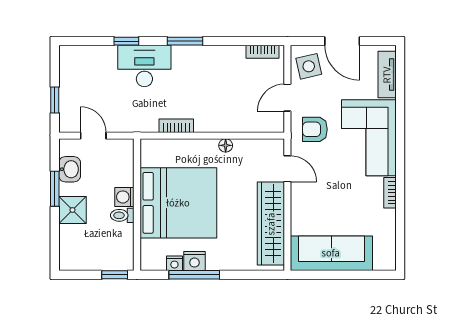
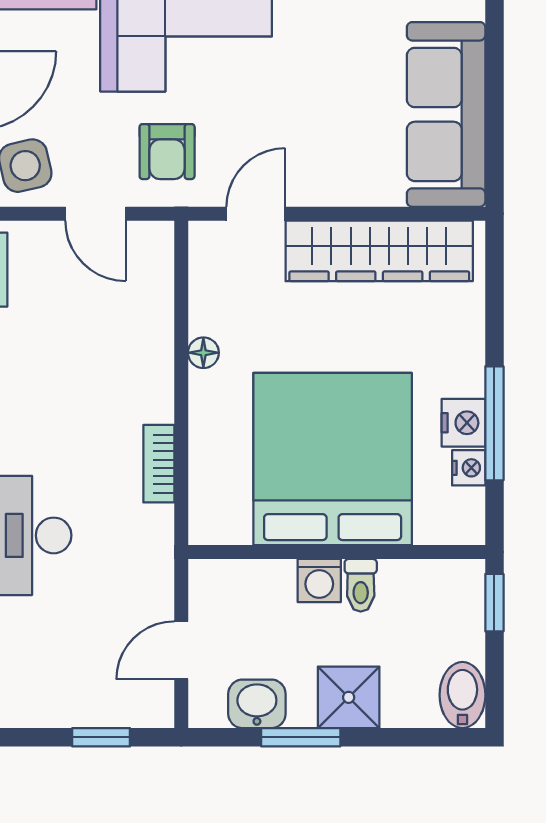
bidet: (73, 261) -> (462, 695), added

